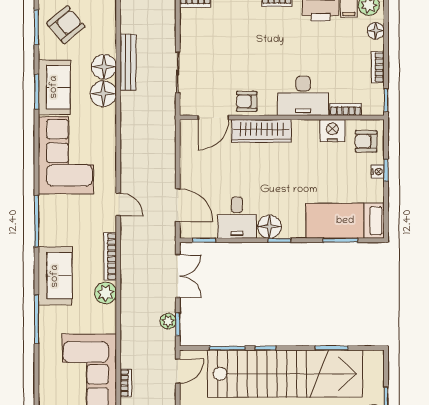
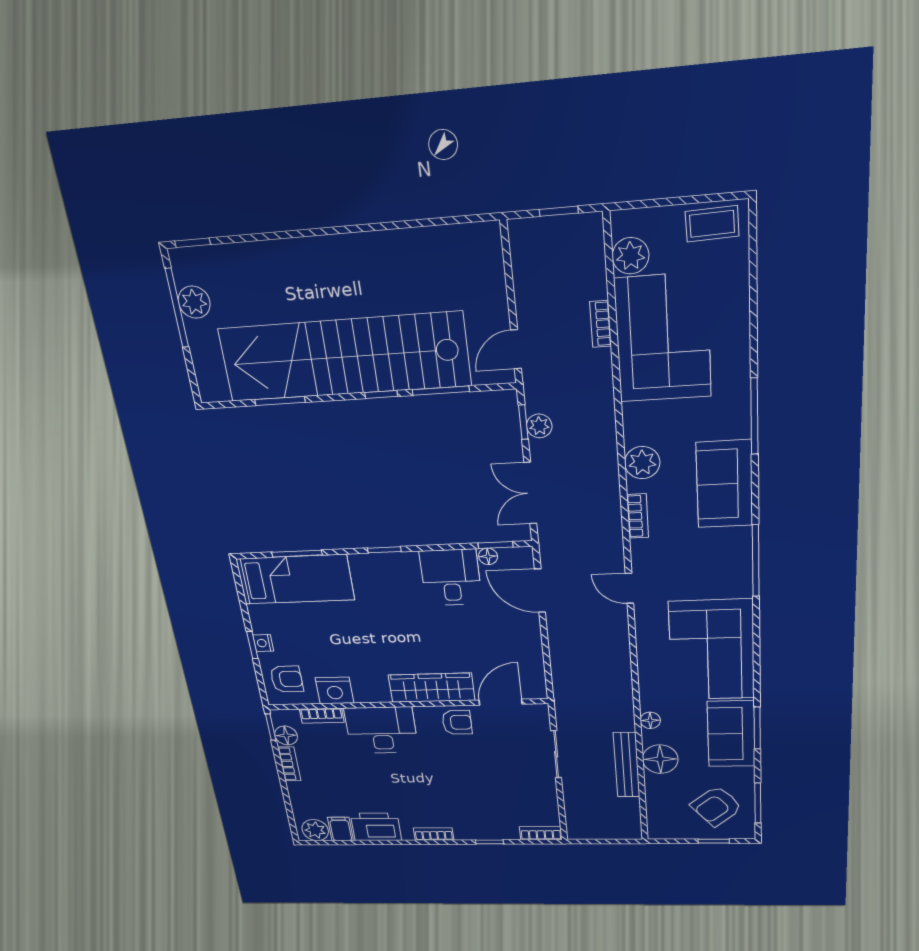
floor lamp: (376, 31) -> (286, 735), moved
floor lamp: (103, 94) -> (650, 720), width x0.53, depth x0.53
floor lamp: (269, 227) -> (488, 556), moved, width x0.53, depth x0.53
bookcase: (110, 256) -> (638, 516), width x0.64

